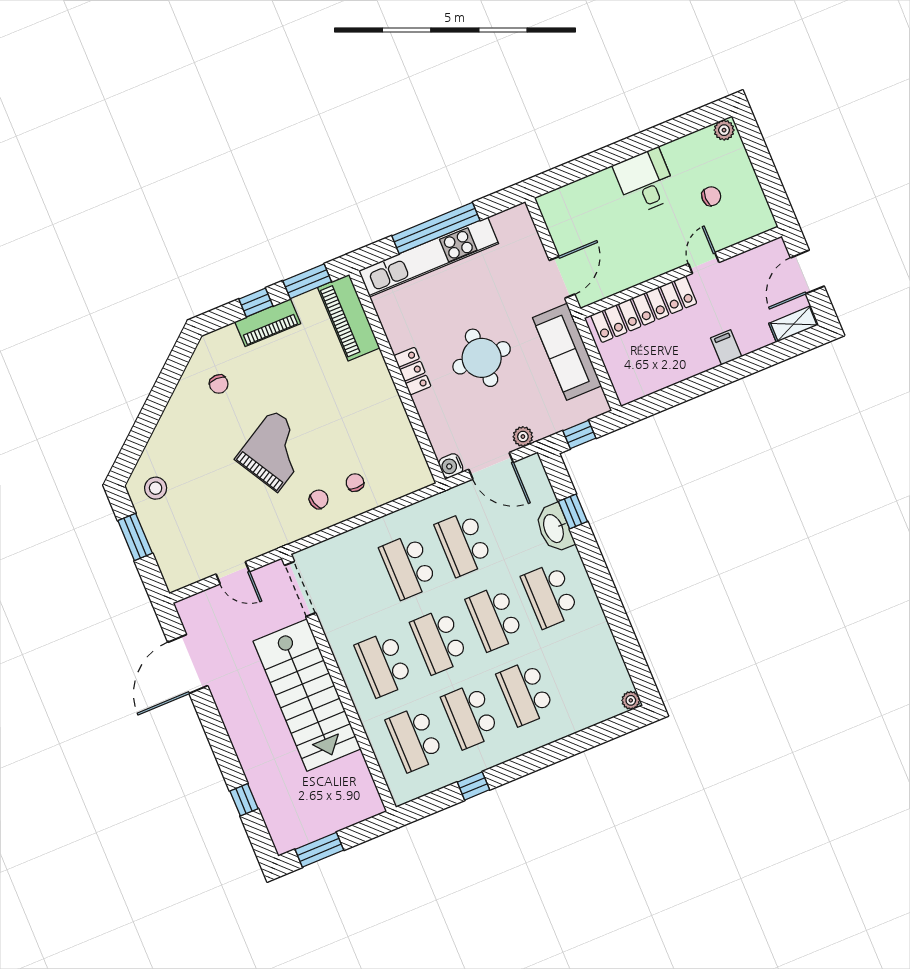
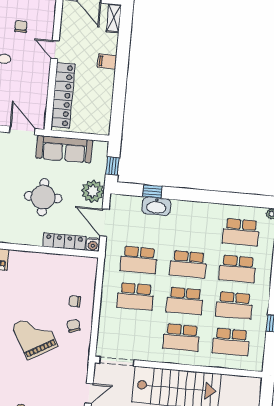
locker: (412, 371) -> (64, 241), moved, width x1.53
plant: (523, 437) -> (93, 191), width x1.88, depth x1.88
door: (491, 466) -> (104, 223), swing flipped
school desk: (550, 595) -> (241, 232), moved

